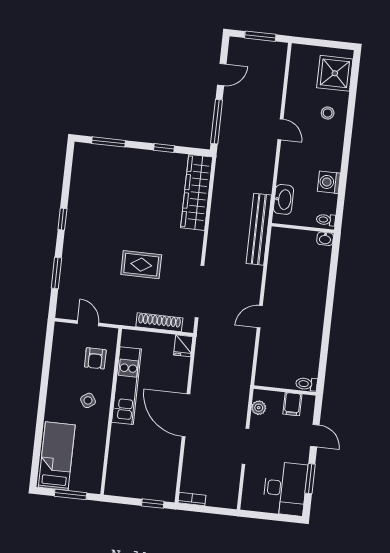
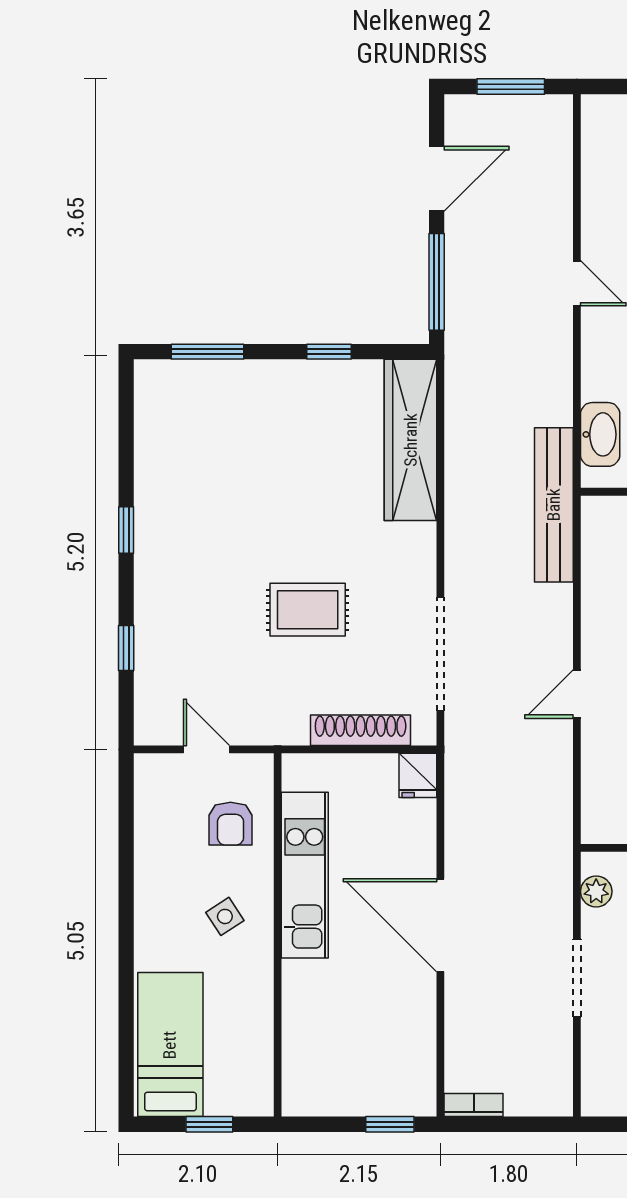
door: (222, 75) -> (437, 179), width x1.38
window: (56, 273) -> (126, 648), width x0.67
window: (70, 494) -> (209, 1124), width x0.67

